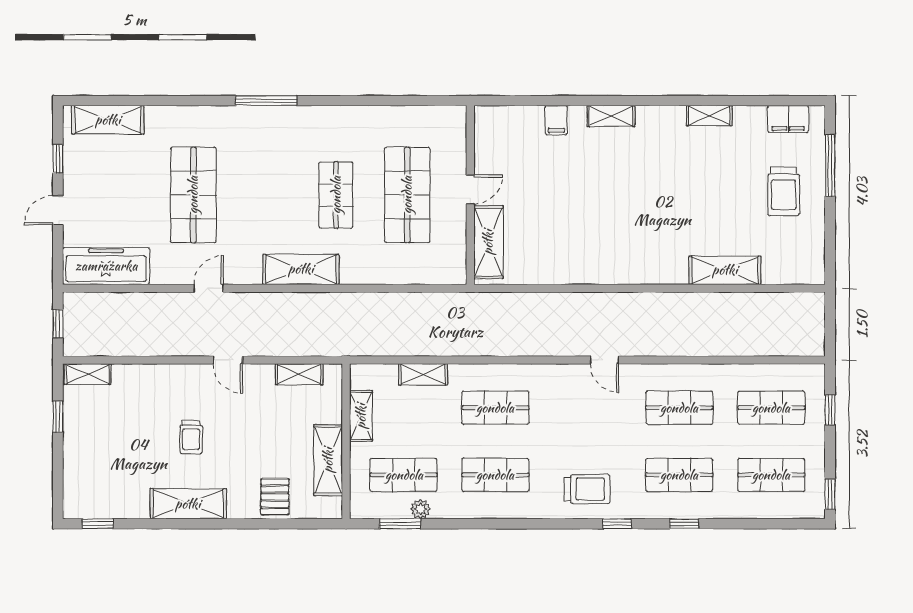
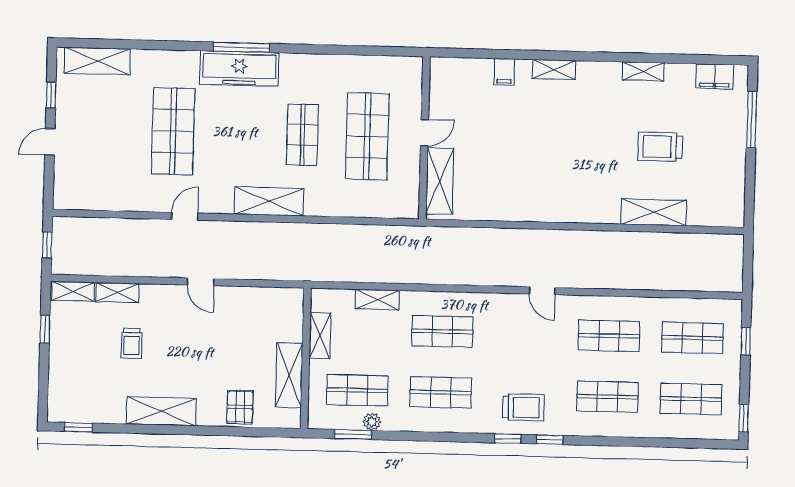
trolley: (784, 191) -> (660, 147), moved, turned 90
freezer: (106, 266) -> (239, 68), moved, turned 180
shelving: (299, 374) -> (117, 293), moved
trolley: (191, 437) -> (132, 343), moved
window: (684, 524) -> (508, 439), moved

